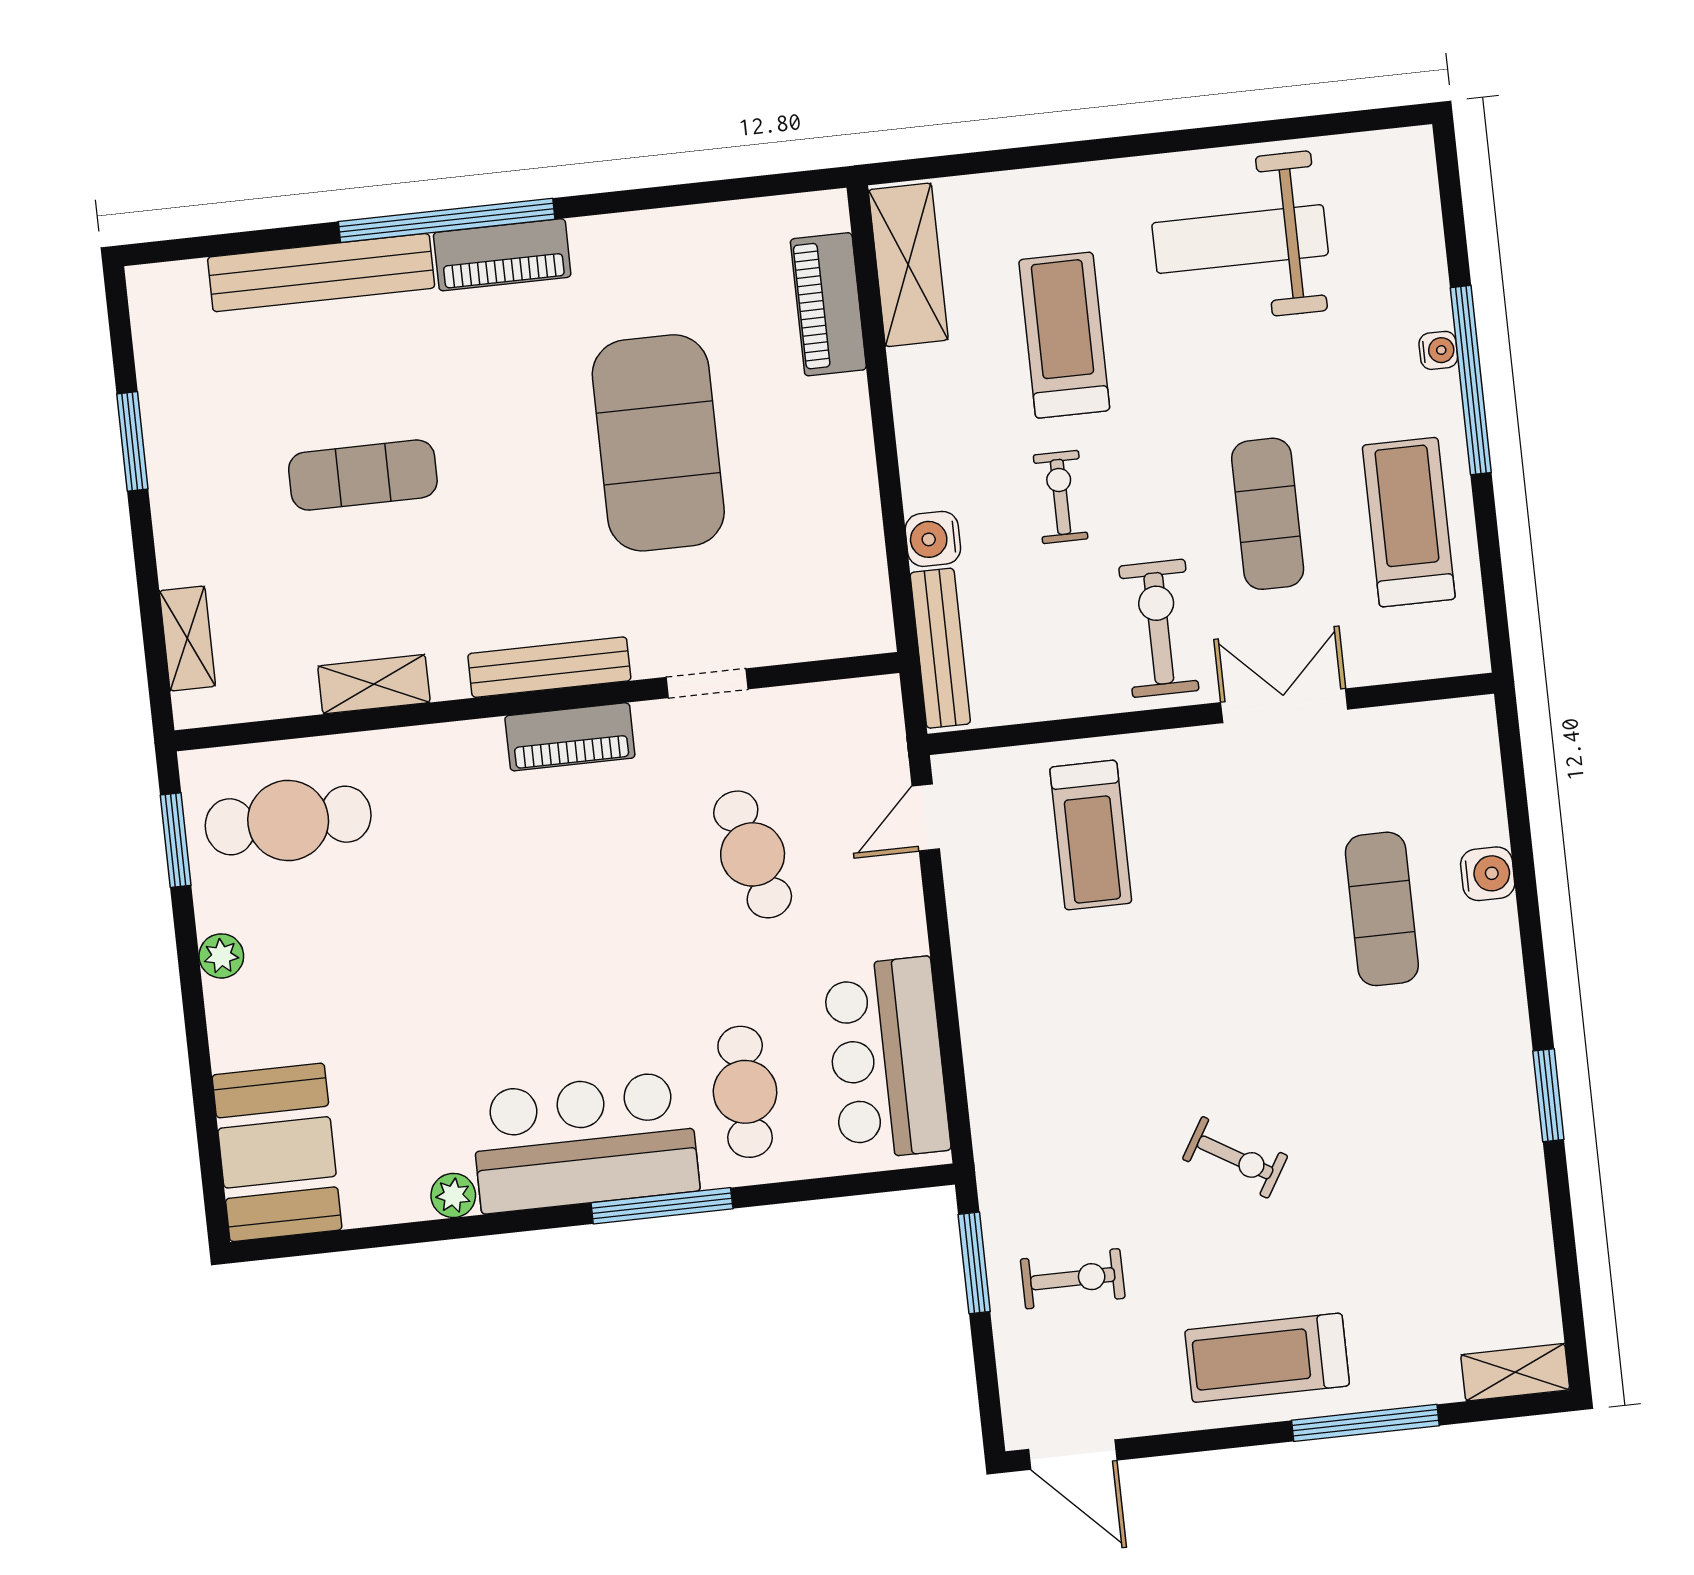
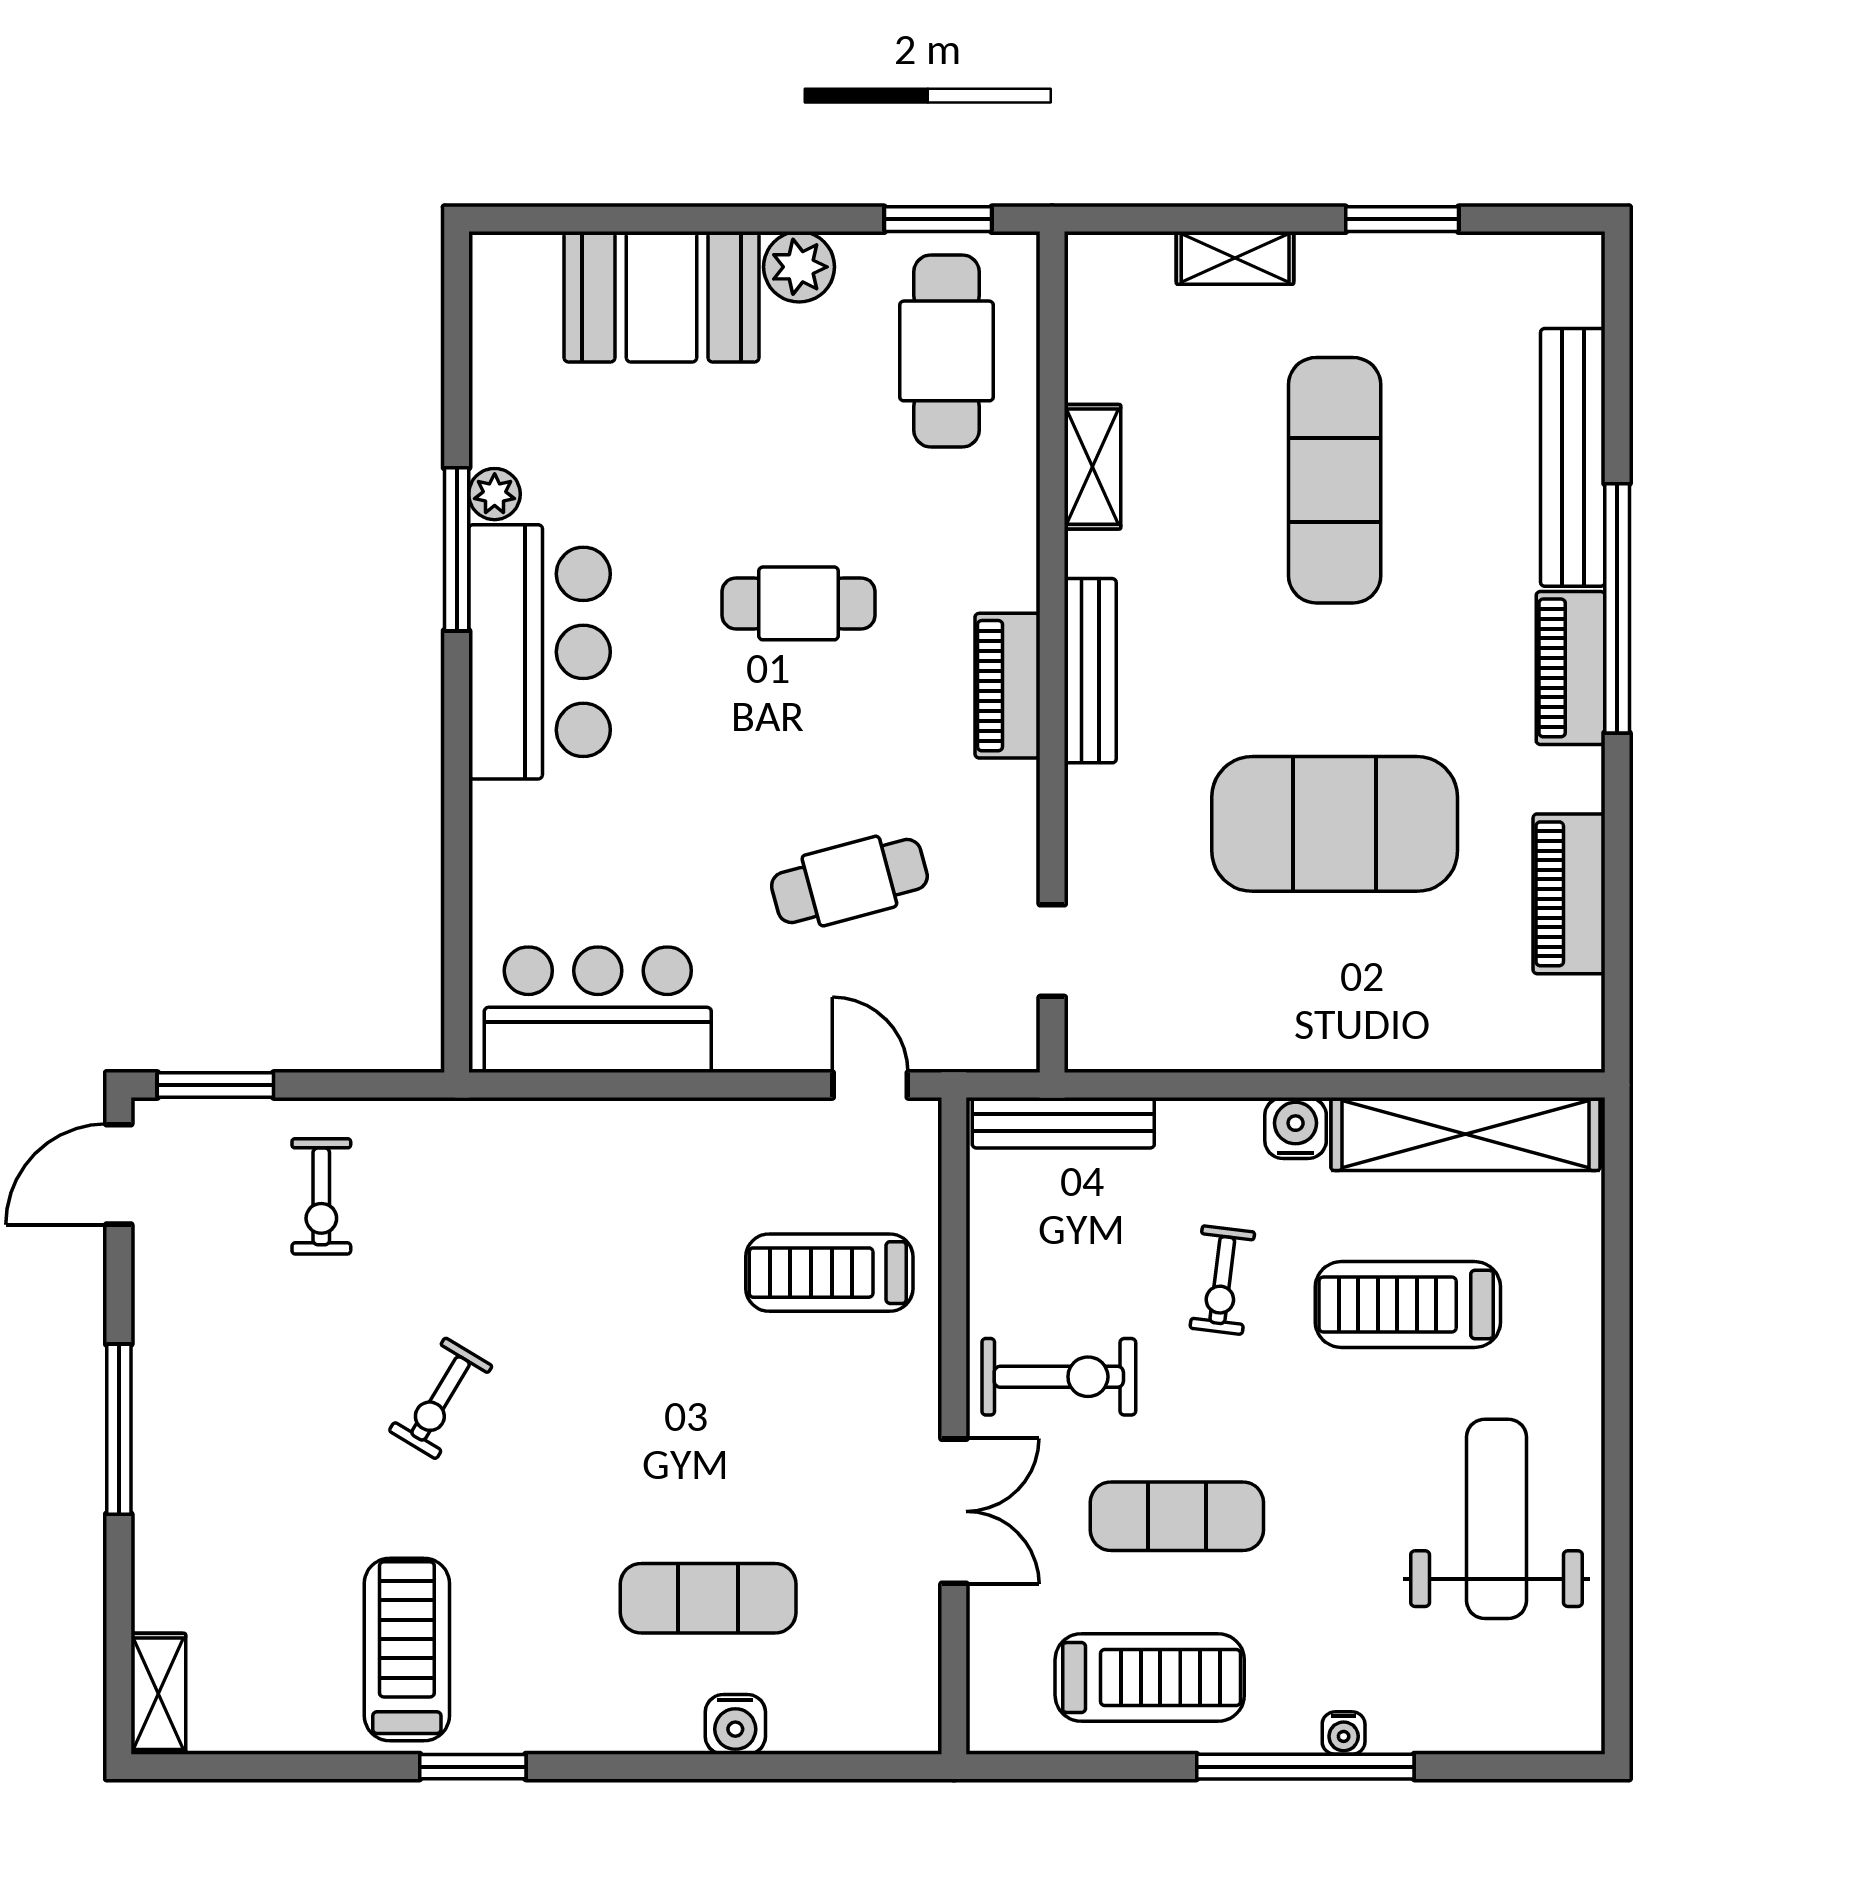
shelving: (908, 265) -> (1465, 1134), width x1.47
piano: (828, 304) -> (1569, 894), moved, turned -90
treadmill: (1064, 335) -> (1408, 1304), turned 180
exercise mat: (363, 475) -> (1335, 480), width x1.36, depth x1.45
exercise bike: (1061, 497) -> (1222, 1280), turned 97
water cooler: (933, 539) -> (1296, 1128), moved
shelving: (187, 638) -> (1235, 258), moved
doorway: (707, 683) -> (1052, 951), moved
plant: (221, 956) -> (799, 267), width x1.38, depth x1.38
cafe table: (745, 1092) -> (799, 603), moved
booth: (277, 1152) -> (661, 297), moved
window: (662, 1206) -> (457, 549), moved
window: (974, 1263) -> (215, 1085), moved
treadmill: (1267, 1358) -> (407, 1649), moved
window: (1365, 1423) -> (119, 1429), moved

